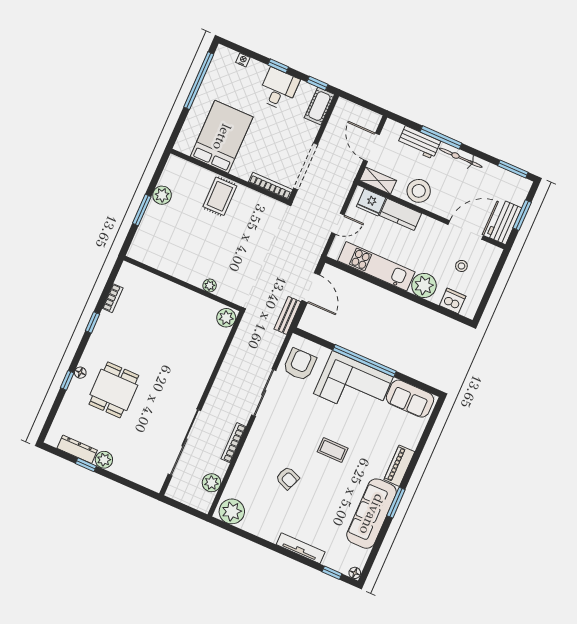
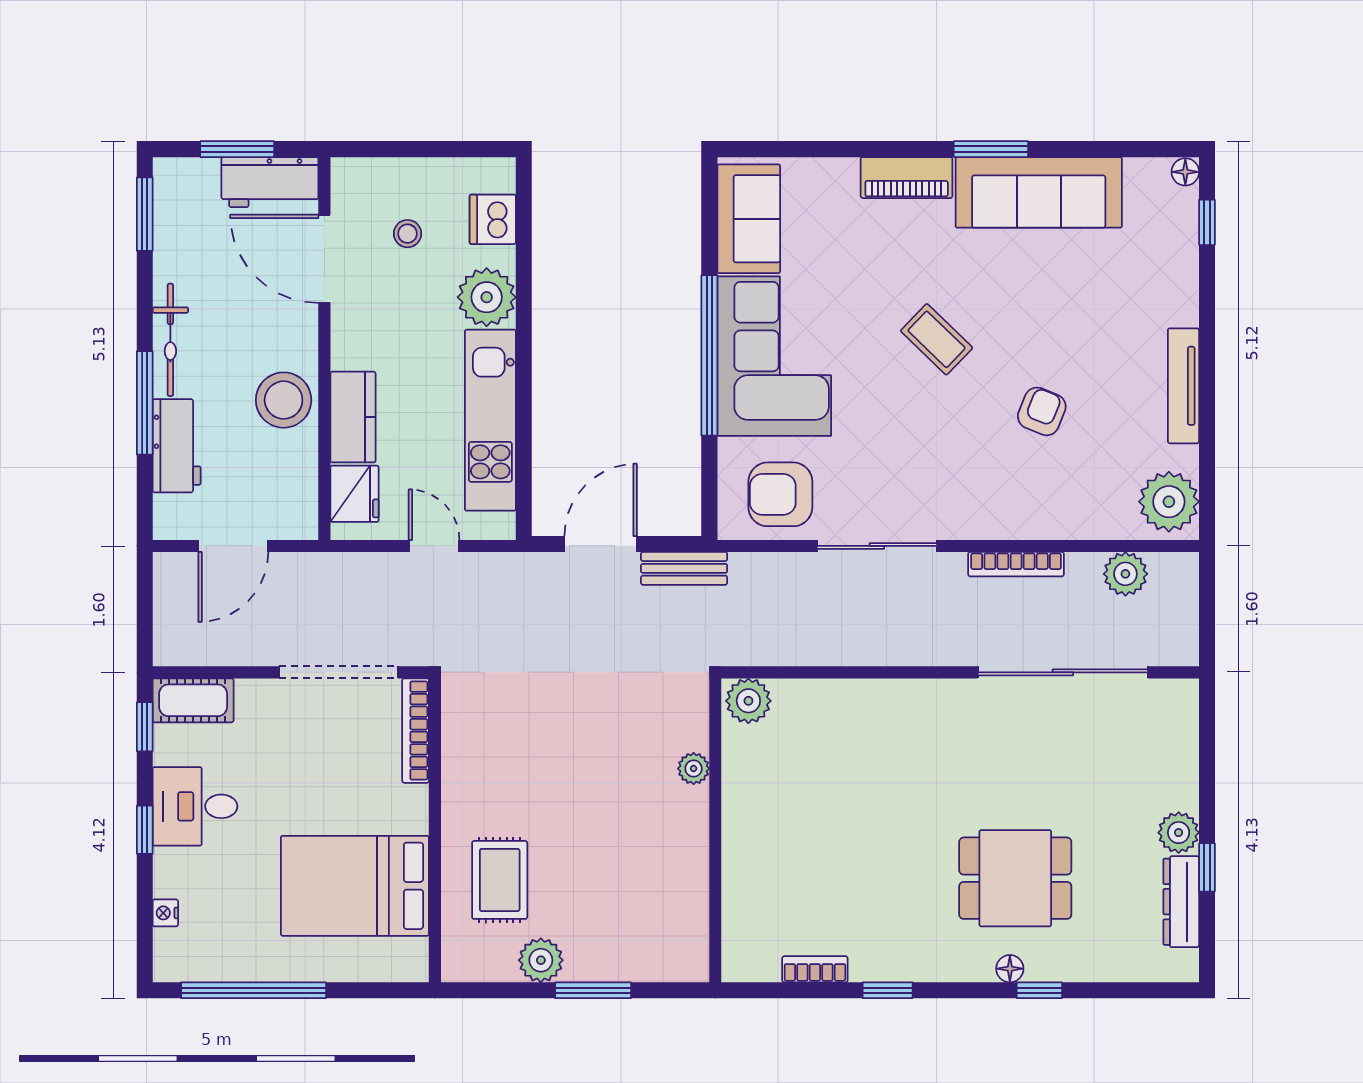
shelving: (378, 181) -> (300, 499), removed
rug: (220, 196) -> (500, 880), moved, turned 90
coffee table: (333, 450) -> (937, 339), turned -46
tv unit: (301, 548) -> (1183, 386), moved

